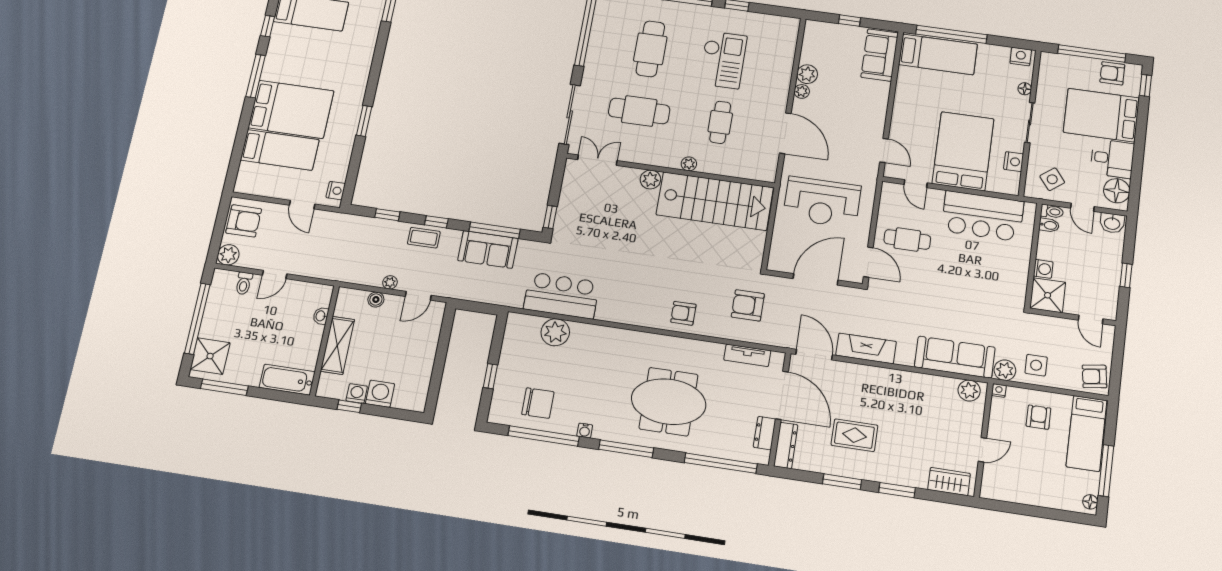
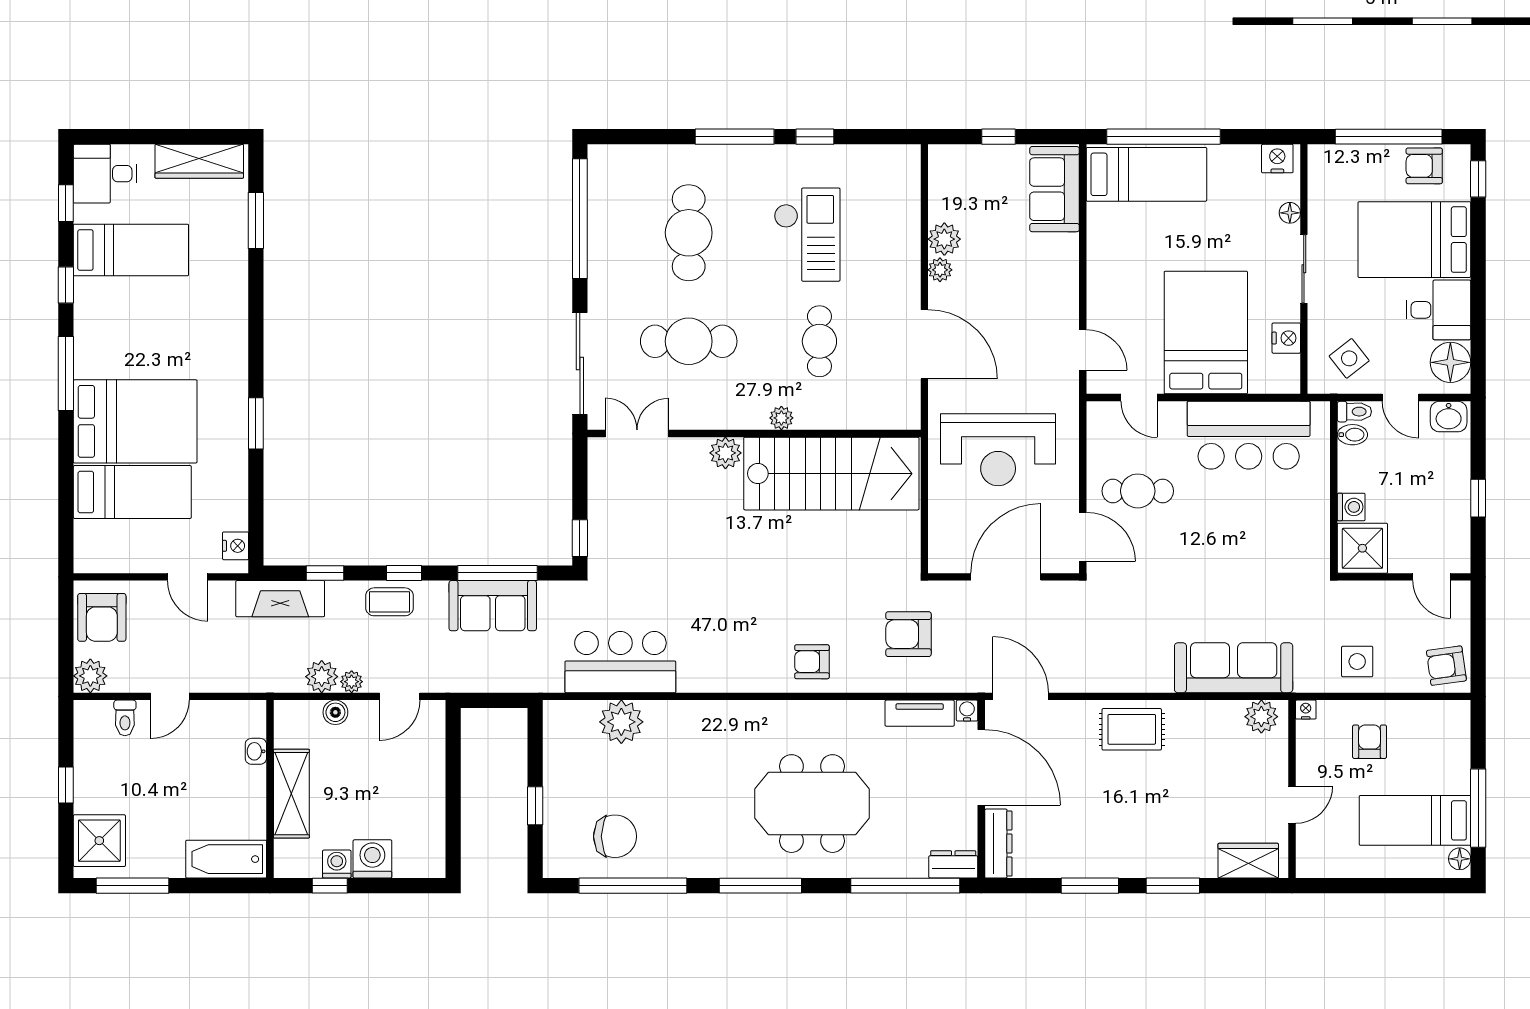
armchair: (244, 221) -> (102, 617), turned 90
window: (197, 319) -> (66, 785), width x0.32
fireplace: (866, 348) -> (280, 599), moved, turned 180
plant: (1005, 370) -> (322, 677), moved
water cooler: (585, 431) -> (967, 711), moved, turned 180
dresser: (765, 433) -> (953, 864), moved, turned 90
bed: (1086, 433) -> (1415, 820), moved, turned 90
rug: (854, 435) -> (1132, 729), moved

